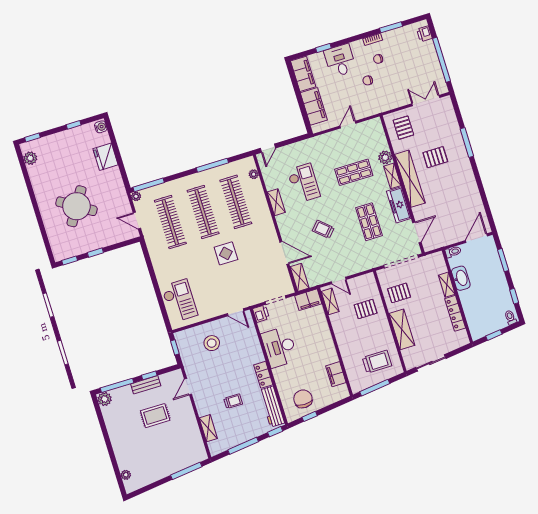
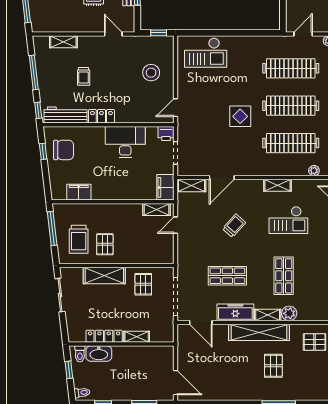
toilet: (453, 252) -> (80, 354), moved
washbasin: (461, 278) -> (99, 354), moved
pallet: (366, 309) -> (105, 244), moved

